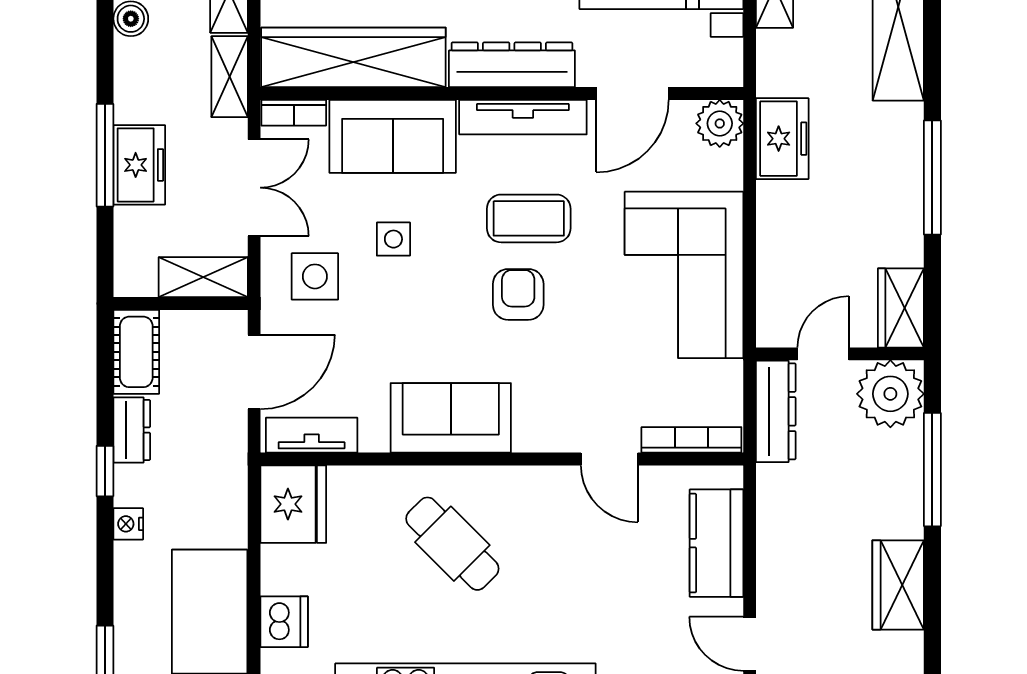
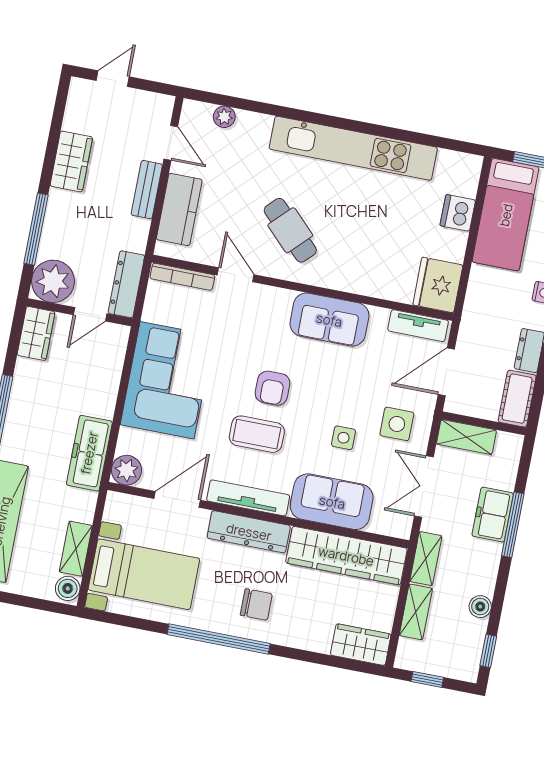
bookcase: (294, 113) -> (390, 528), removed
freezer: (782, 139) -> (89, 453), width x1.40
cafe table: (452, 544) -> (290, 230), moved
bench: (773, 564) -> (147, 190), added

